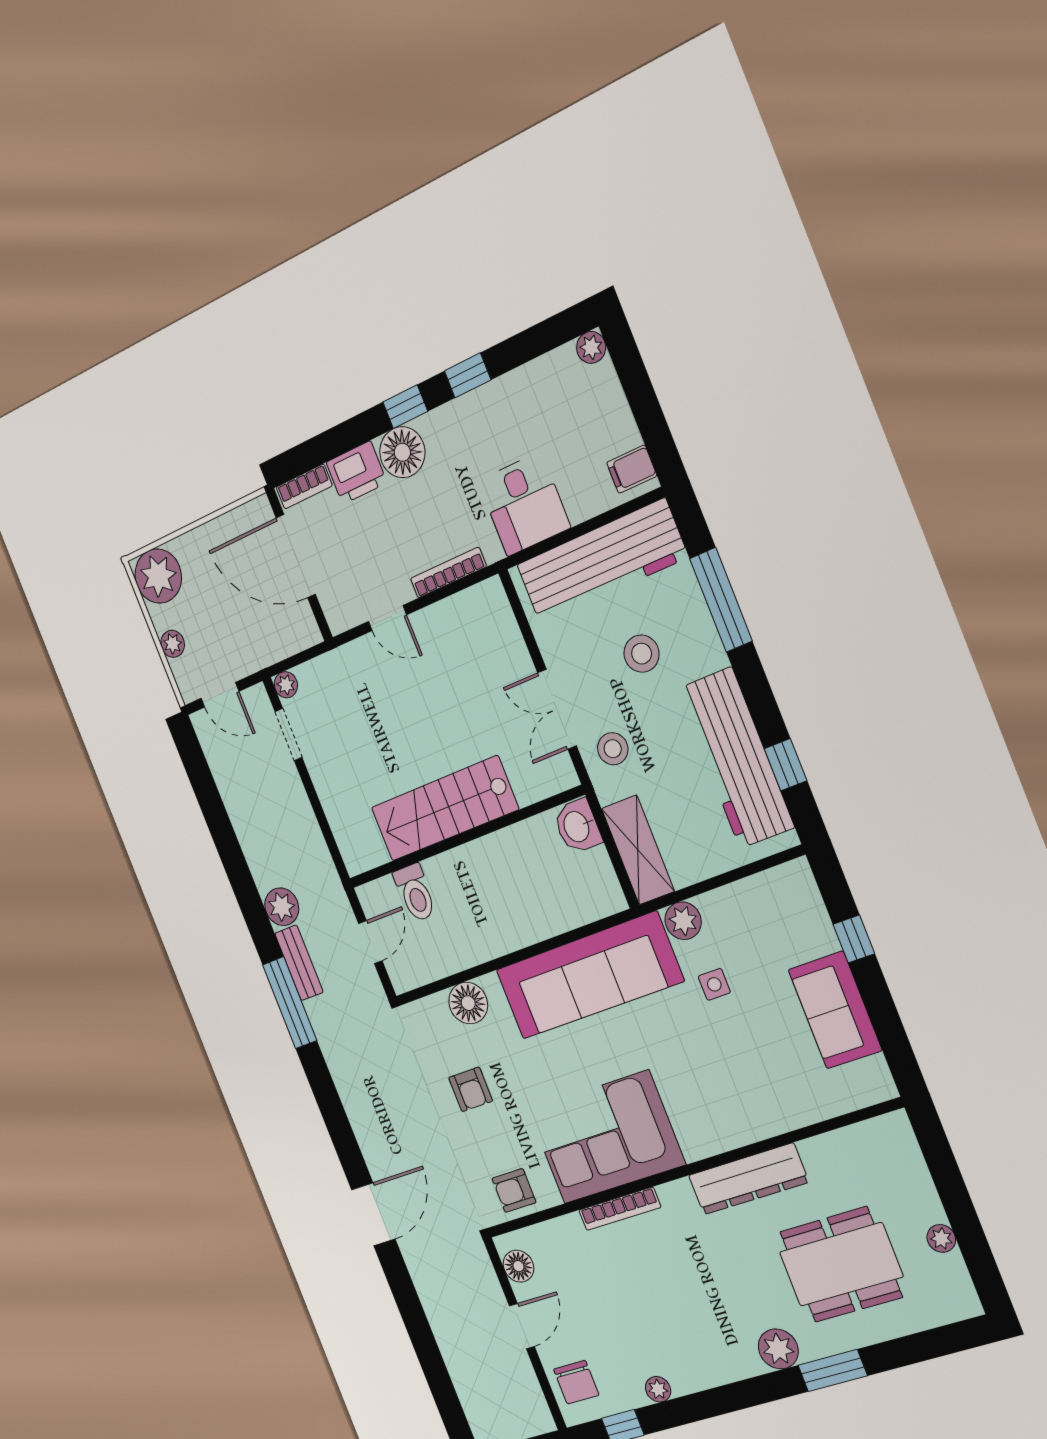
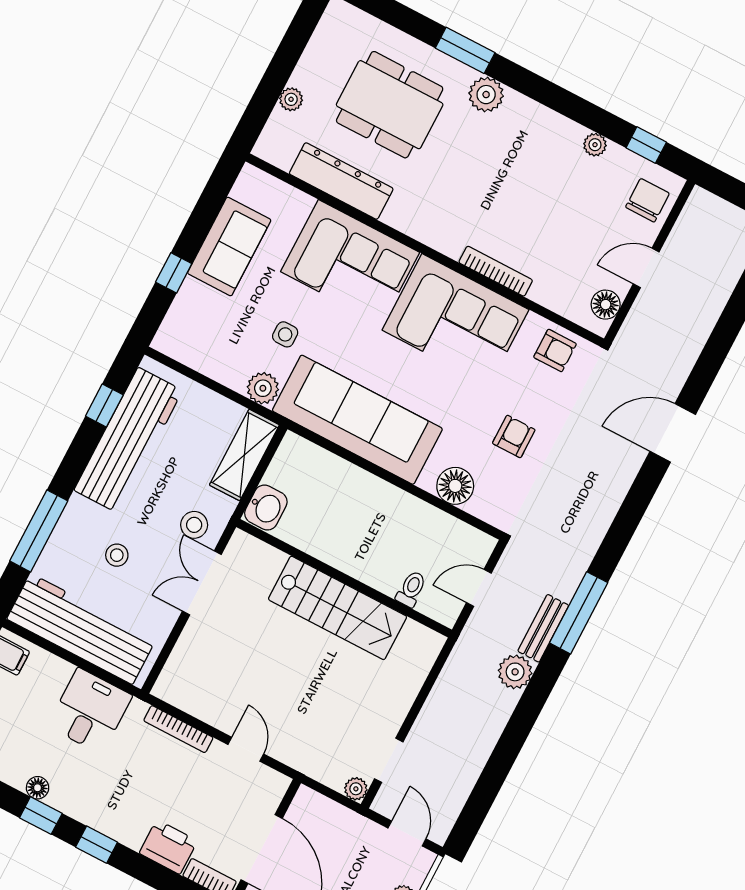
floor lamp: (402, 452) -> (38, 788), moved, width x0.53, depth x0.53
stool: (642, 654) -> (117, 555), width x0.73, depth x0.73
double door: (557, 709) -> (202, 583), swing flipped
toilet: (415, 893) -> (411, 589), width x0.73, depth x0.72
corner sofa: (731, 1099) -> (350, 262), added
dresser: (748, 1179) -> (341, 181), moved
plant: (941, 1238) -> (291, 99), moved

